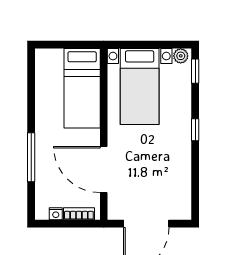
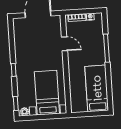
bed: (82, 88) -> (97, 88), moved
door: (104, 170) -> (64, 44), width x0.53

